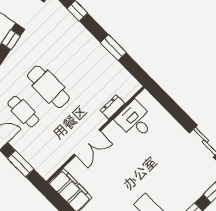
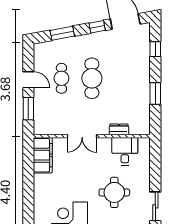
round table: (160, 163) -> (114, 192), added

